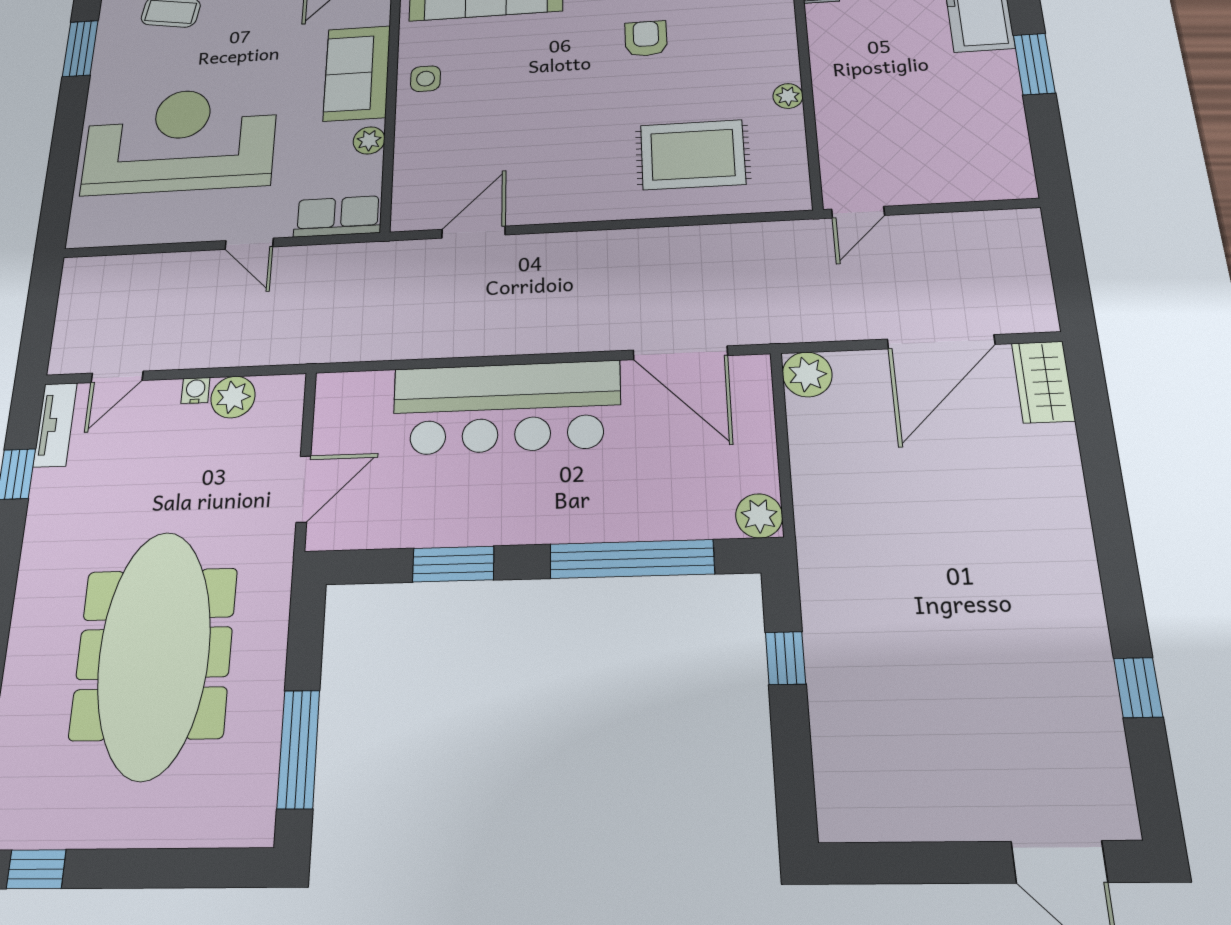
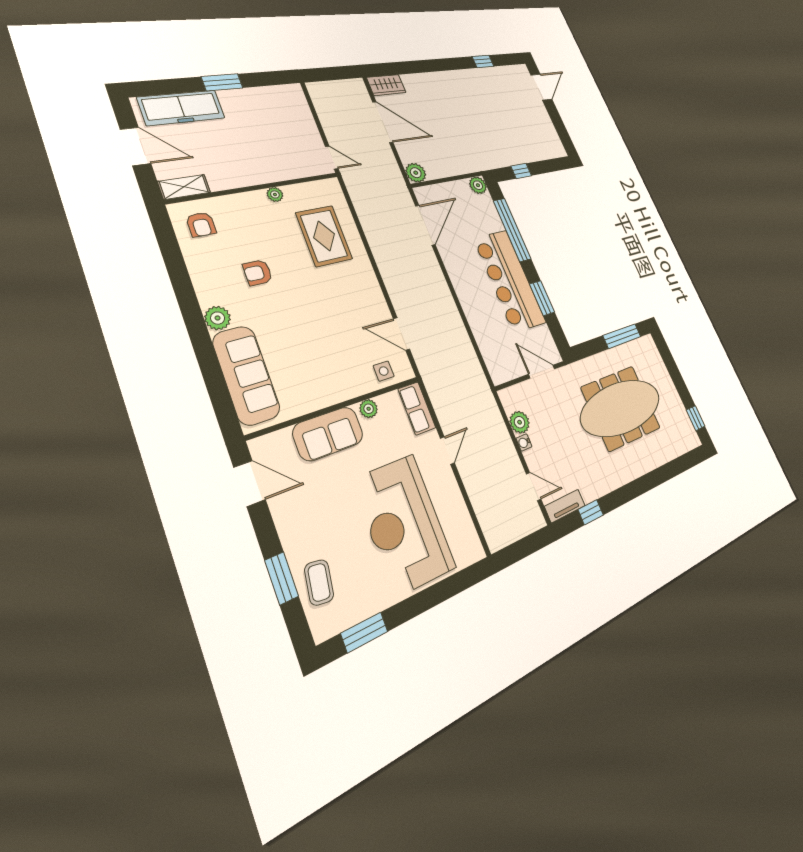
side table: (426, 79) -> (384, 371), moved
bar counter: (506, 408) -> (510, 280), moved, turned 180

